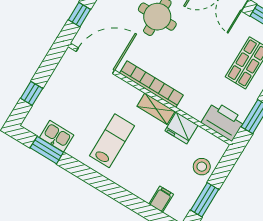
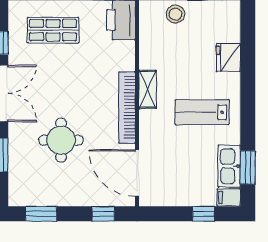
fridge: (181, 128) -> (228, 58), moved, turned 180
kitchen sink: (57, 136) -> (229, 166), width x1.38
filing cabinet: (161, 199) -> (229, 197), moved

